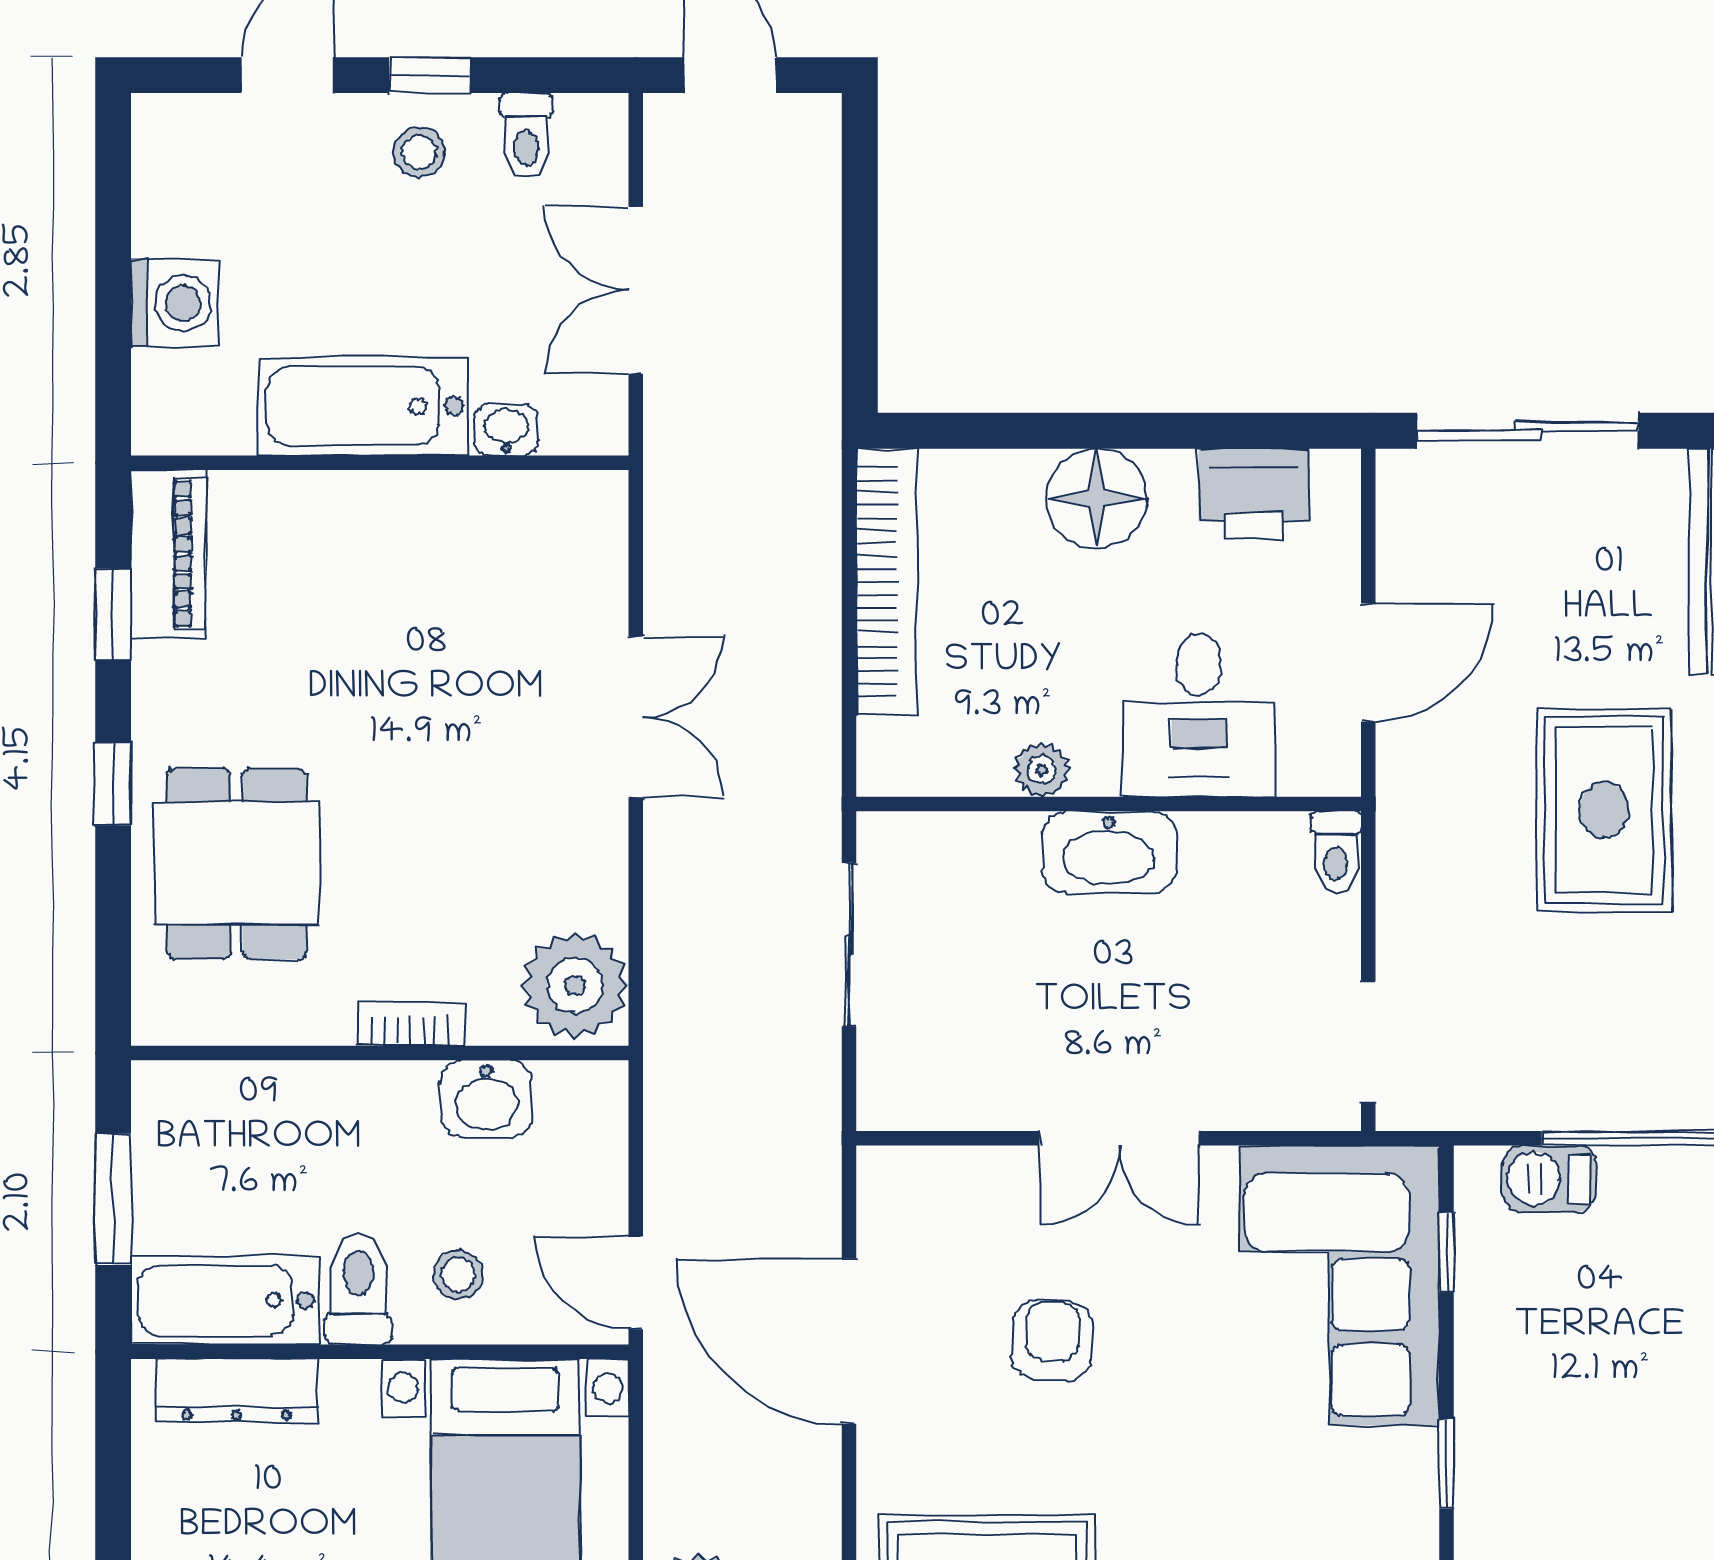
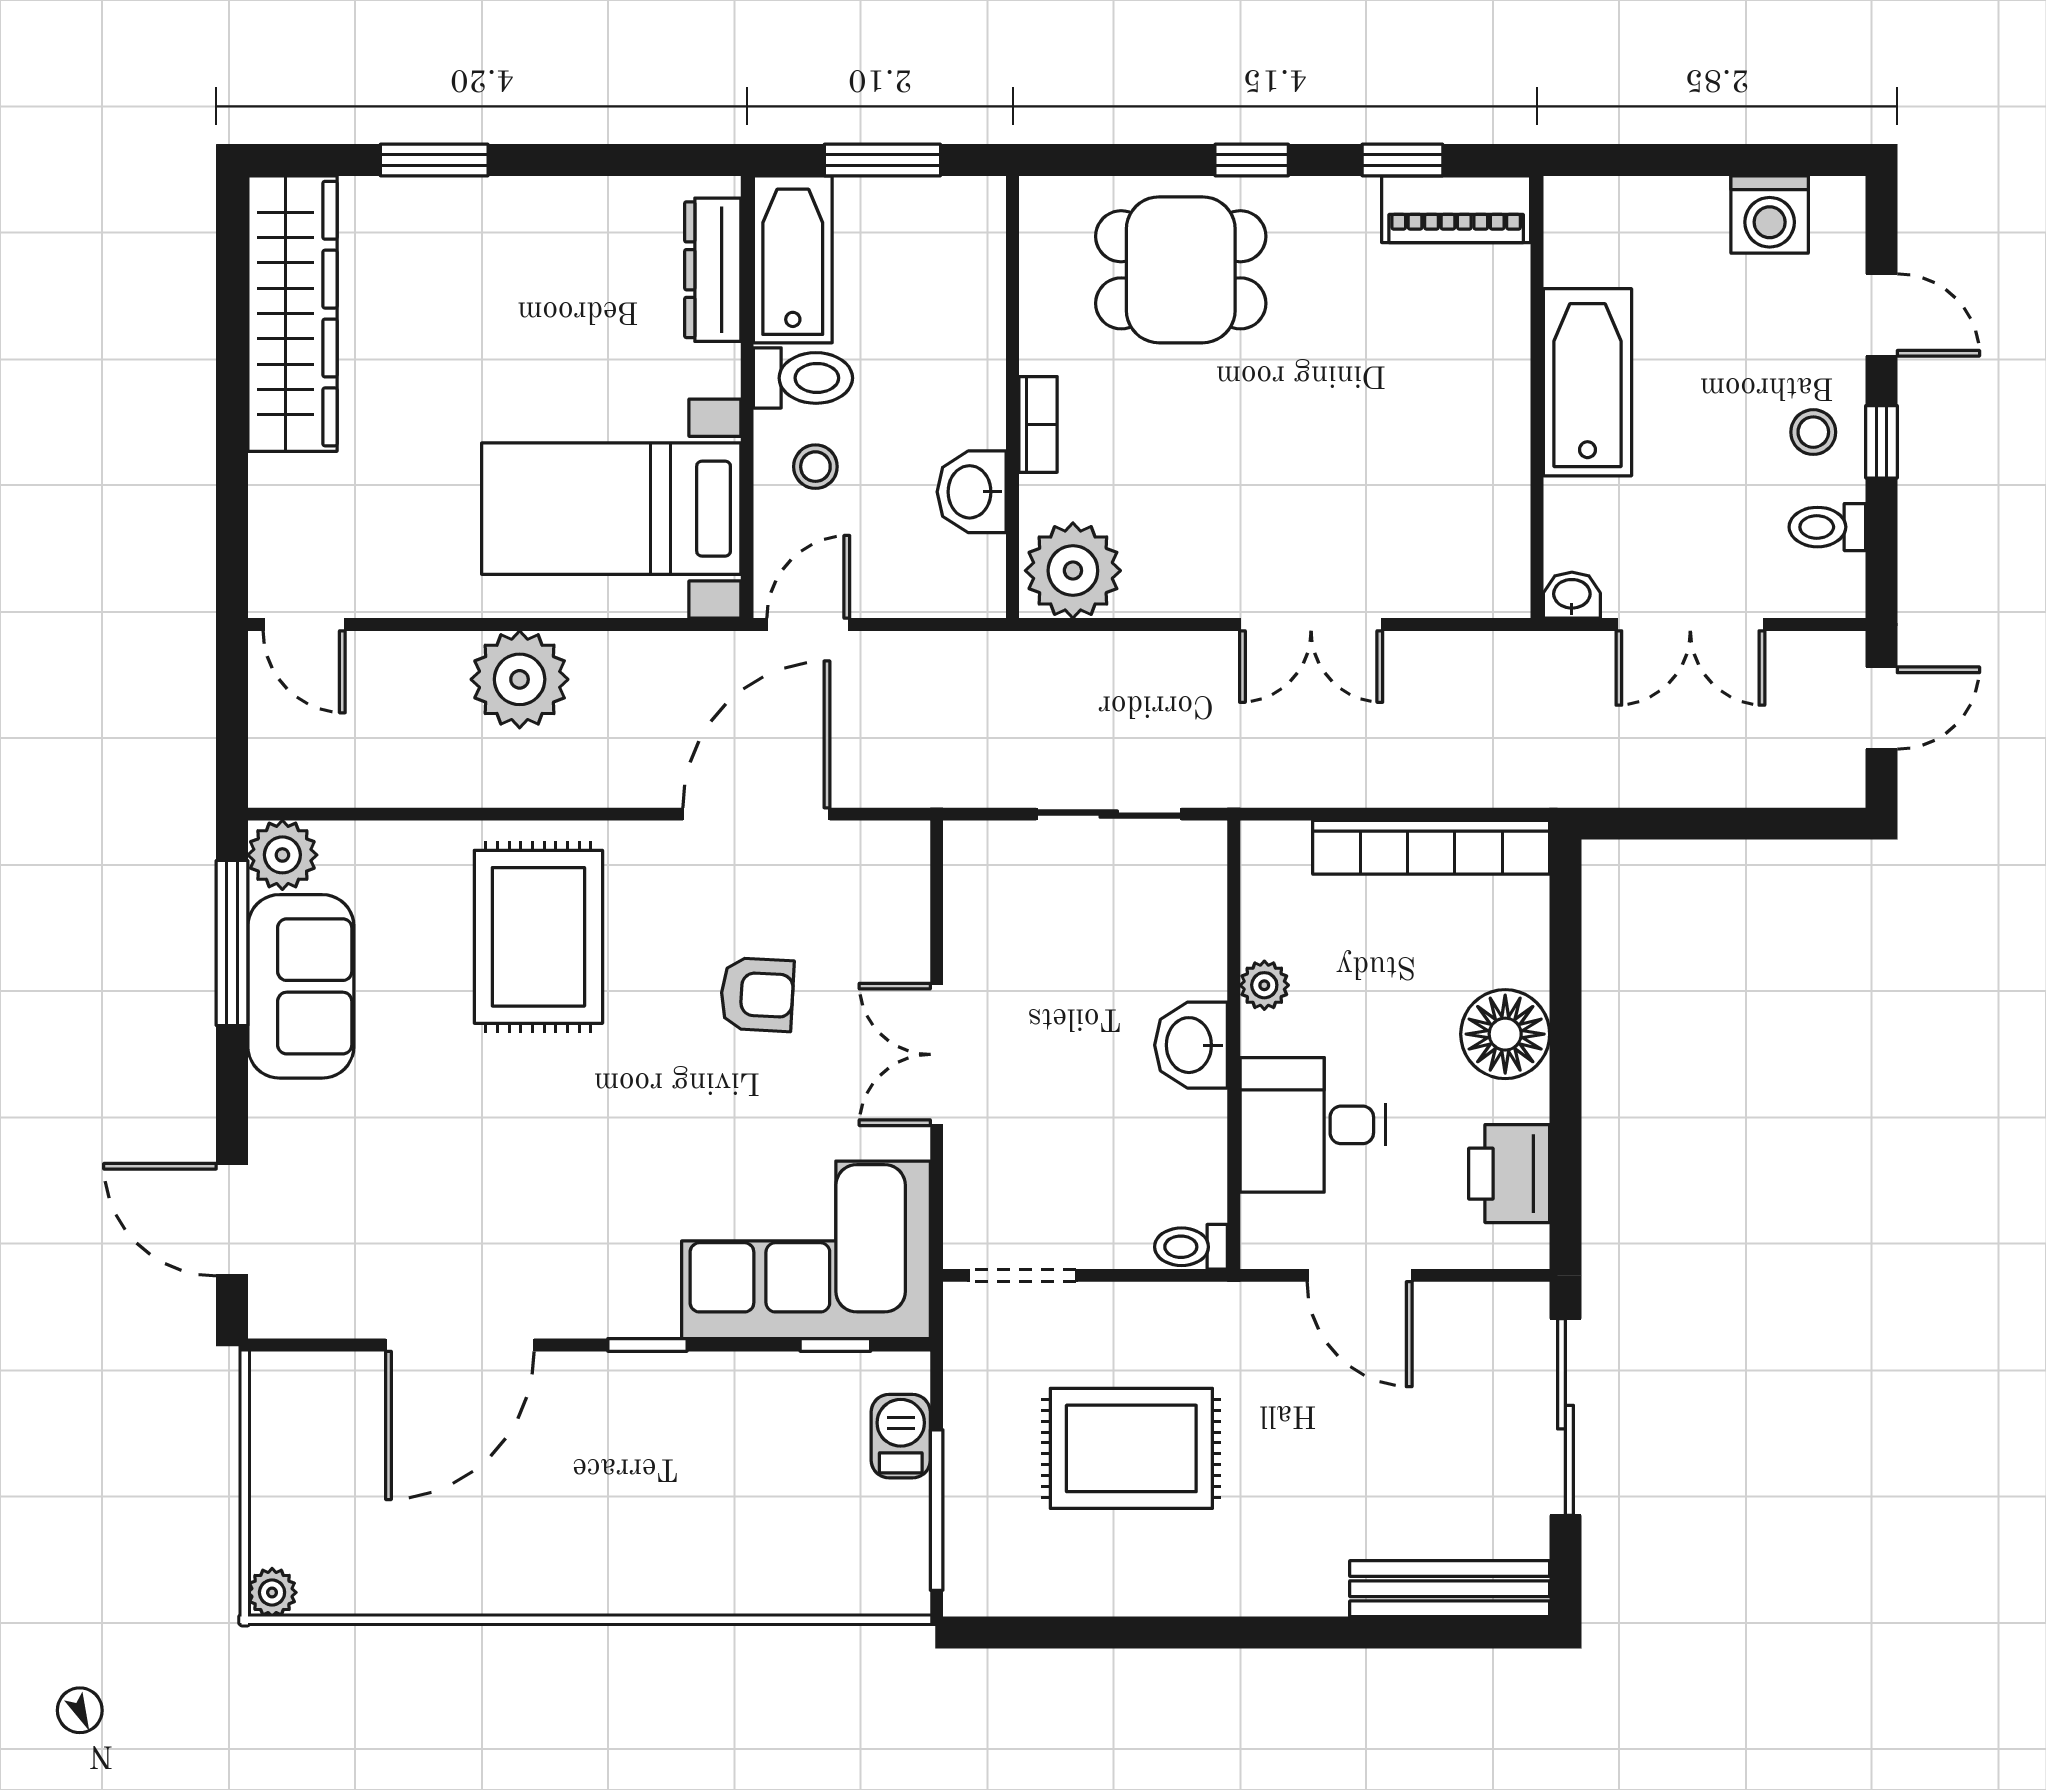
double door: (636, 290) -> (1690, 624), swing flipped
washing machine: (174, 303) -> (1770, 214), moved
washbasin: (506, 430) -> (1572, 595), moved, turned -90
rug: (1604, 810) -> (1131, 1448), moved
washbasin: (1109, 852) -> (1191, 1045), width x0.72

